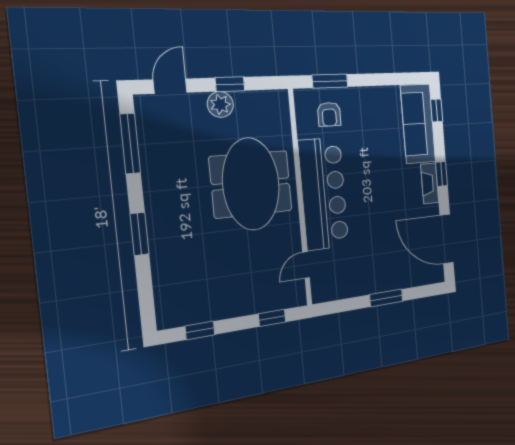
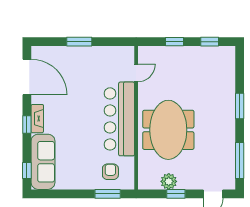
plant: (220, 104) -> (169, 181), moved
window: (272, 318) -> (174, 42), moved

